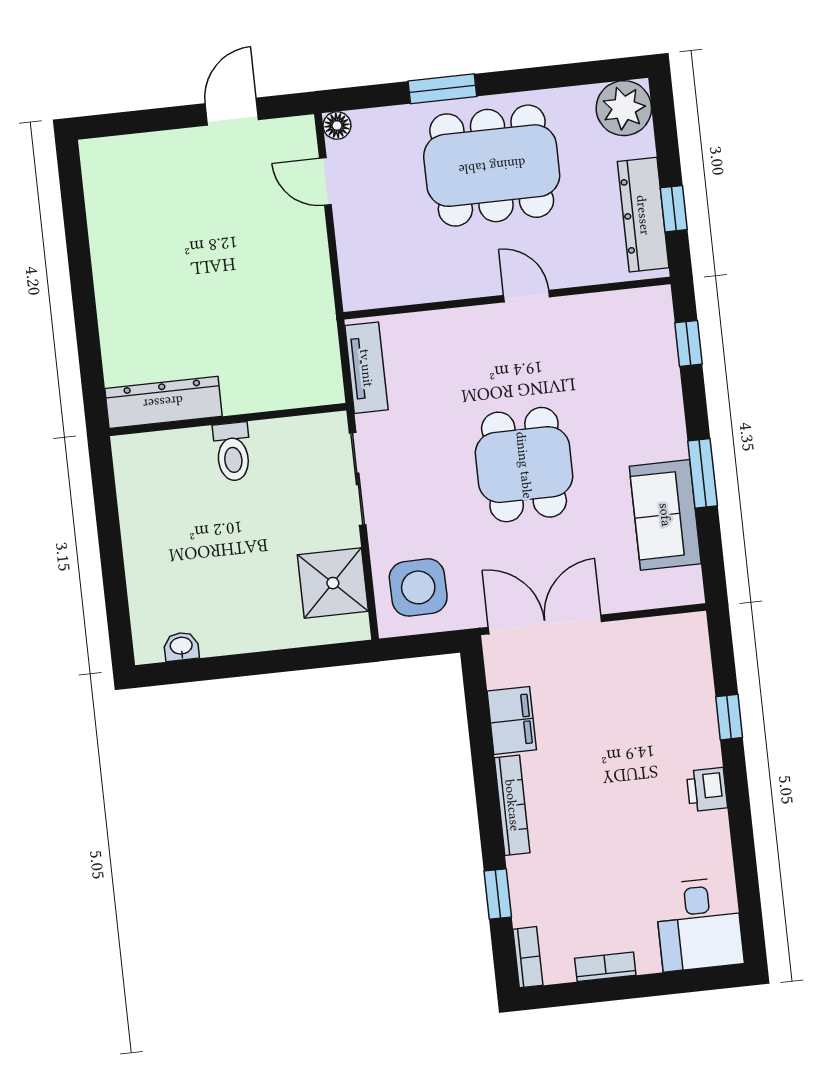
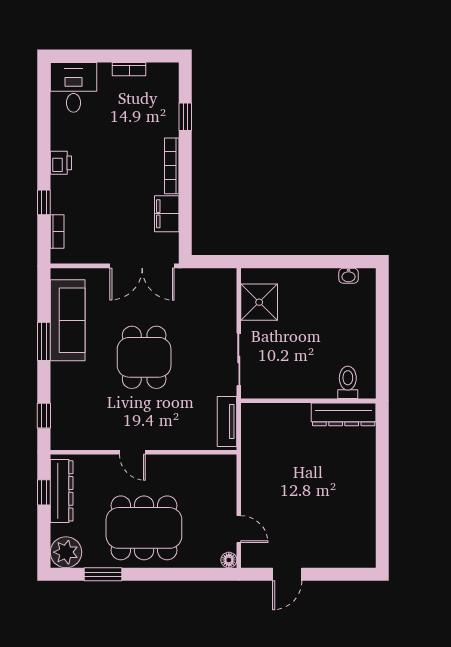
window: (442, 89) -> (103, 574), moved
toilet: (233, 452) -> (348, 382), moved
sofa: (665, 515) -> (68, 320), width x1.36
side table: (418, 587) -> (211, 294), removed
bookcase: (528, 957) -> (57, 232), moved, turned 180

